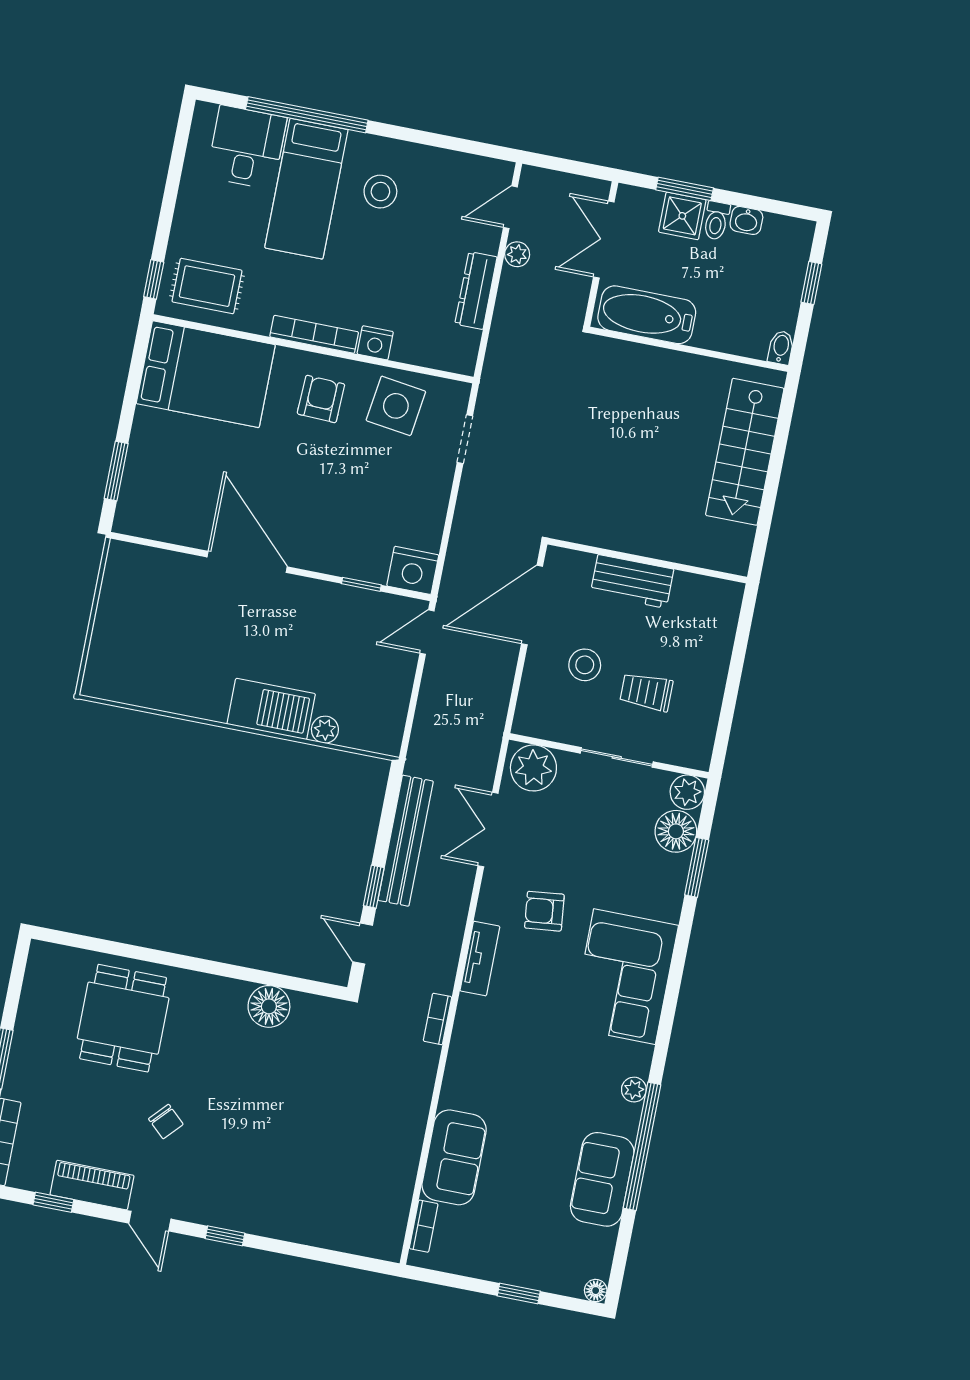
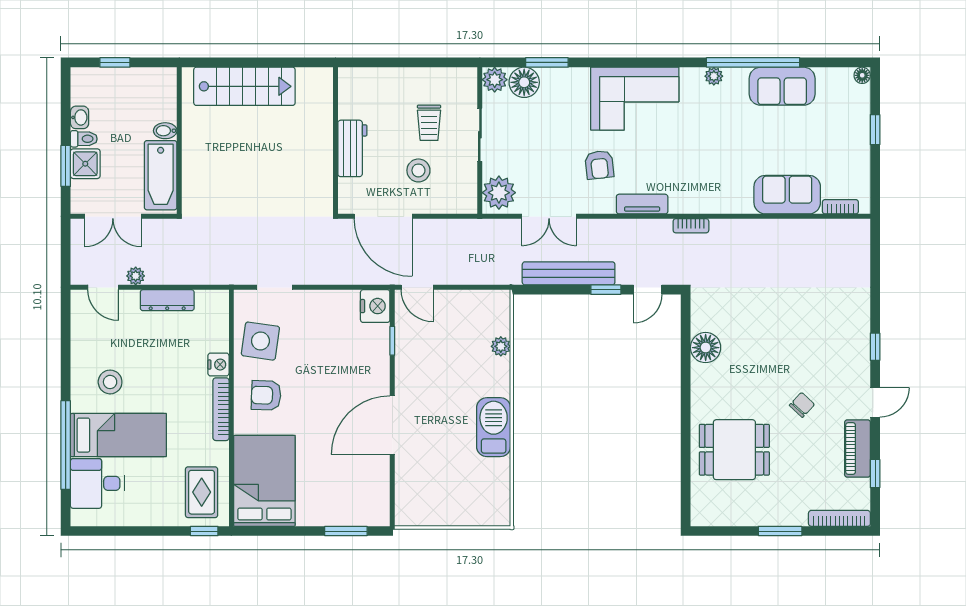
bidet: (781, 348) -> (165, 131), moved
barbecue: (271, 709) -> (494, 427), moved

